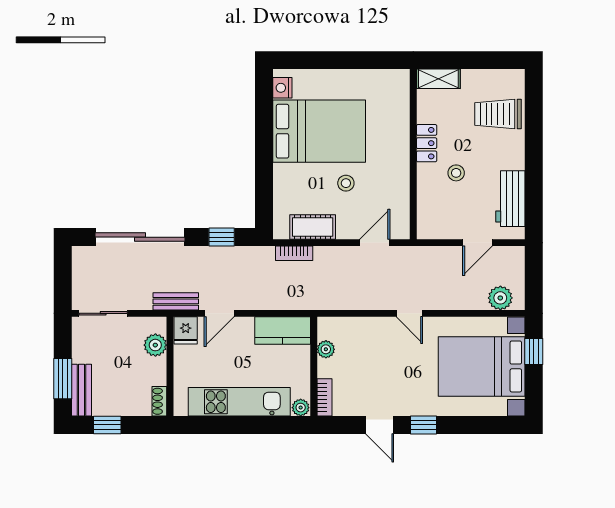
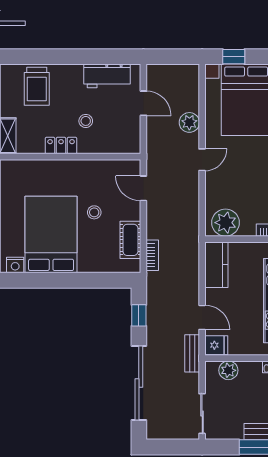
plant: (500, 298) -> (189, 122), moved
plant: (326, 349) -> (226, 223), width x1.87, depth x1.87

